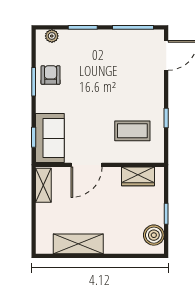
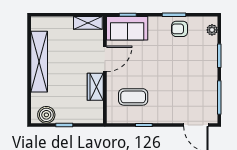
armchair: (51, 75) -> (180, 29), turned 180
coffee table: (132, 131) -> (133, 97), turned 90
door: (87, 165) -> (105, 59), swing flipped
wardrobe: (138, 176) -> (95, 87), moved
shelving: (78, 244) -> (39, 62), width x1.47

